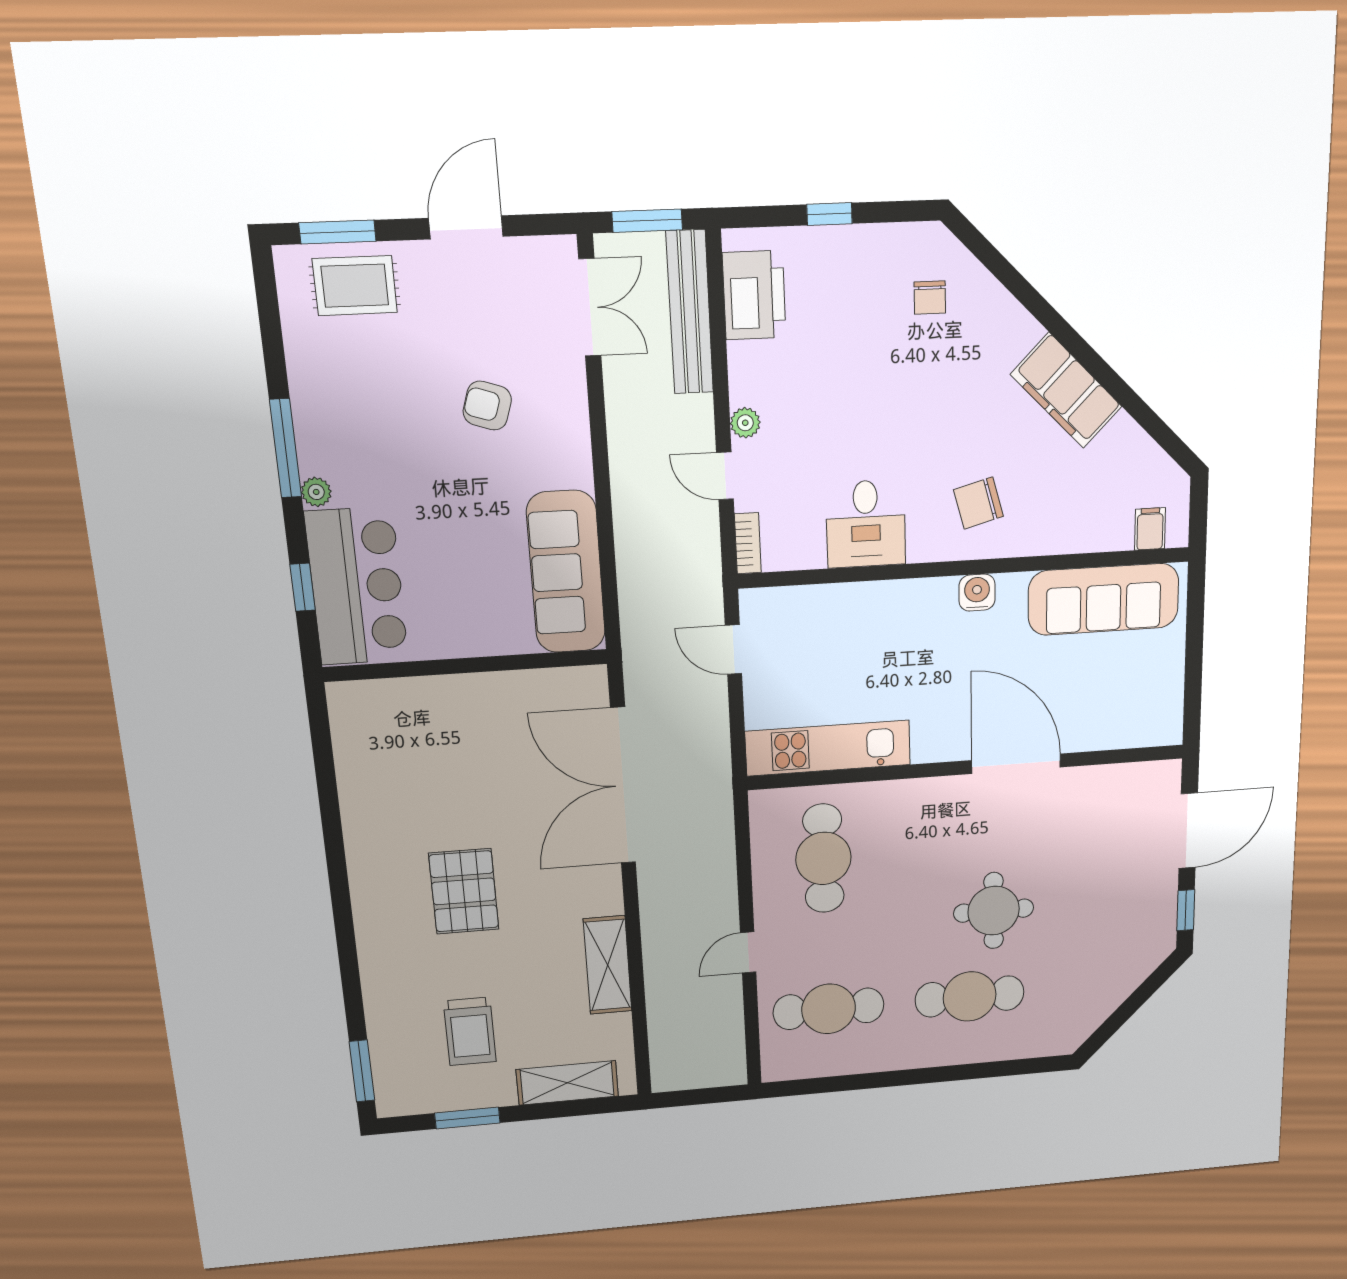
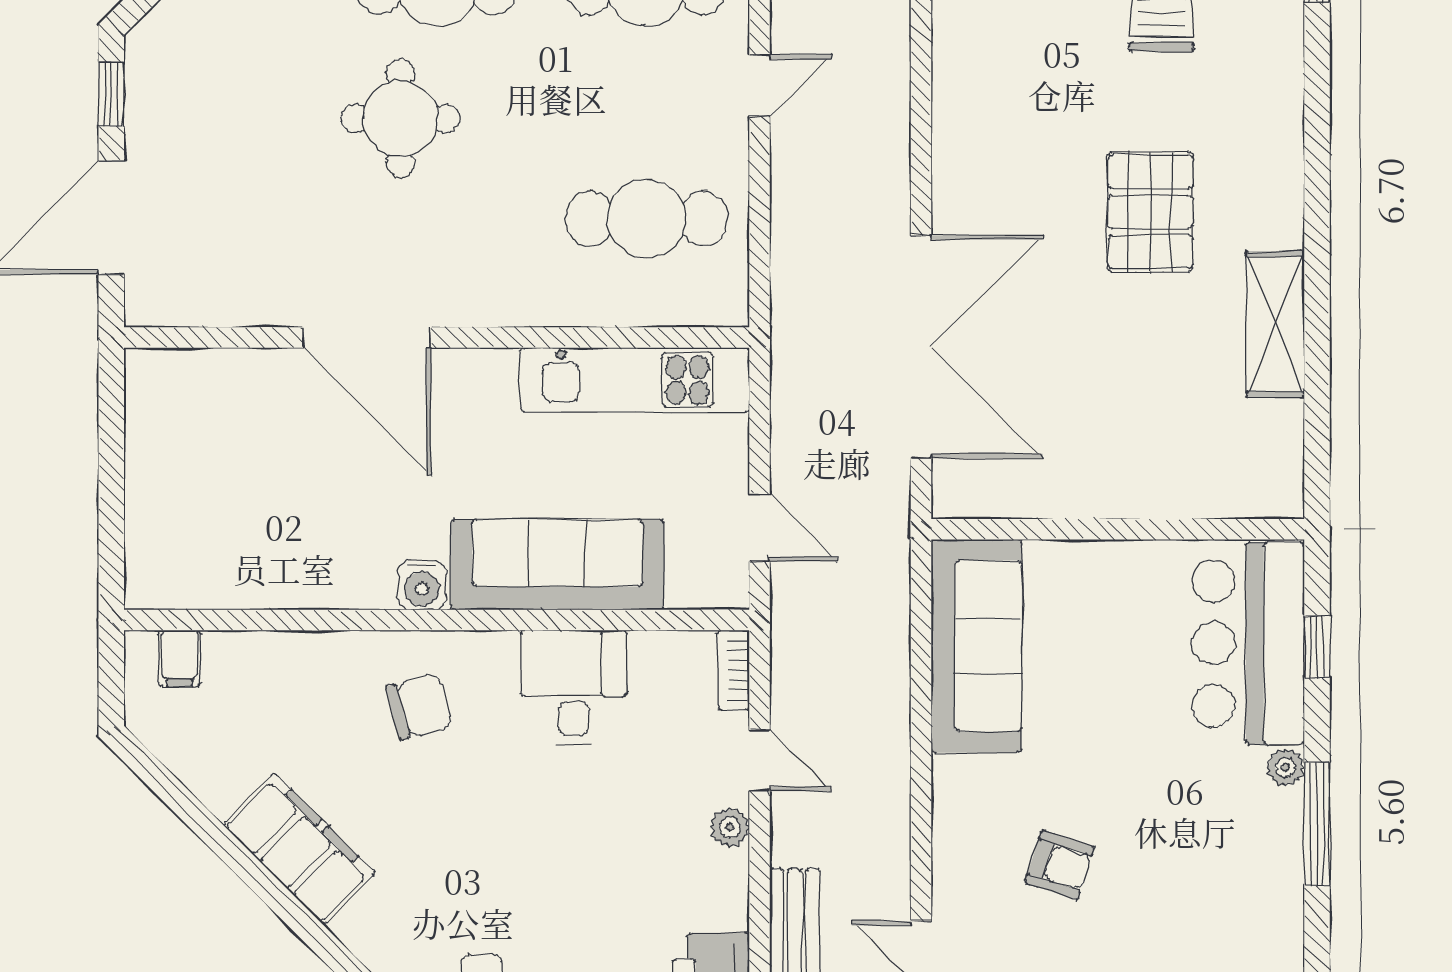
sofa: (1104, 599) -> (557, 565), moved
cafe table: (823, 858) -> (646, 219), turned 90
shelving: (608, 965) -> (1275, 324), moved

